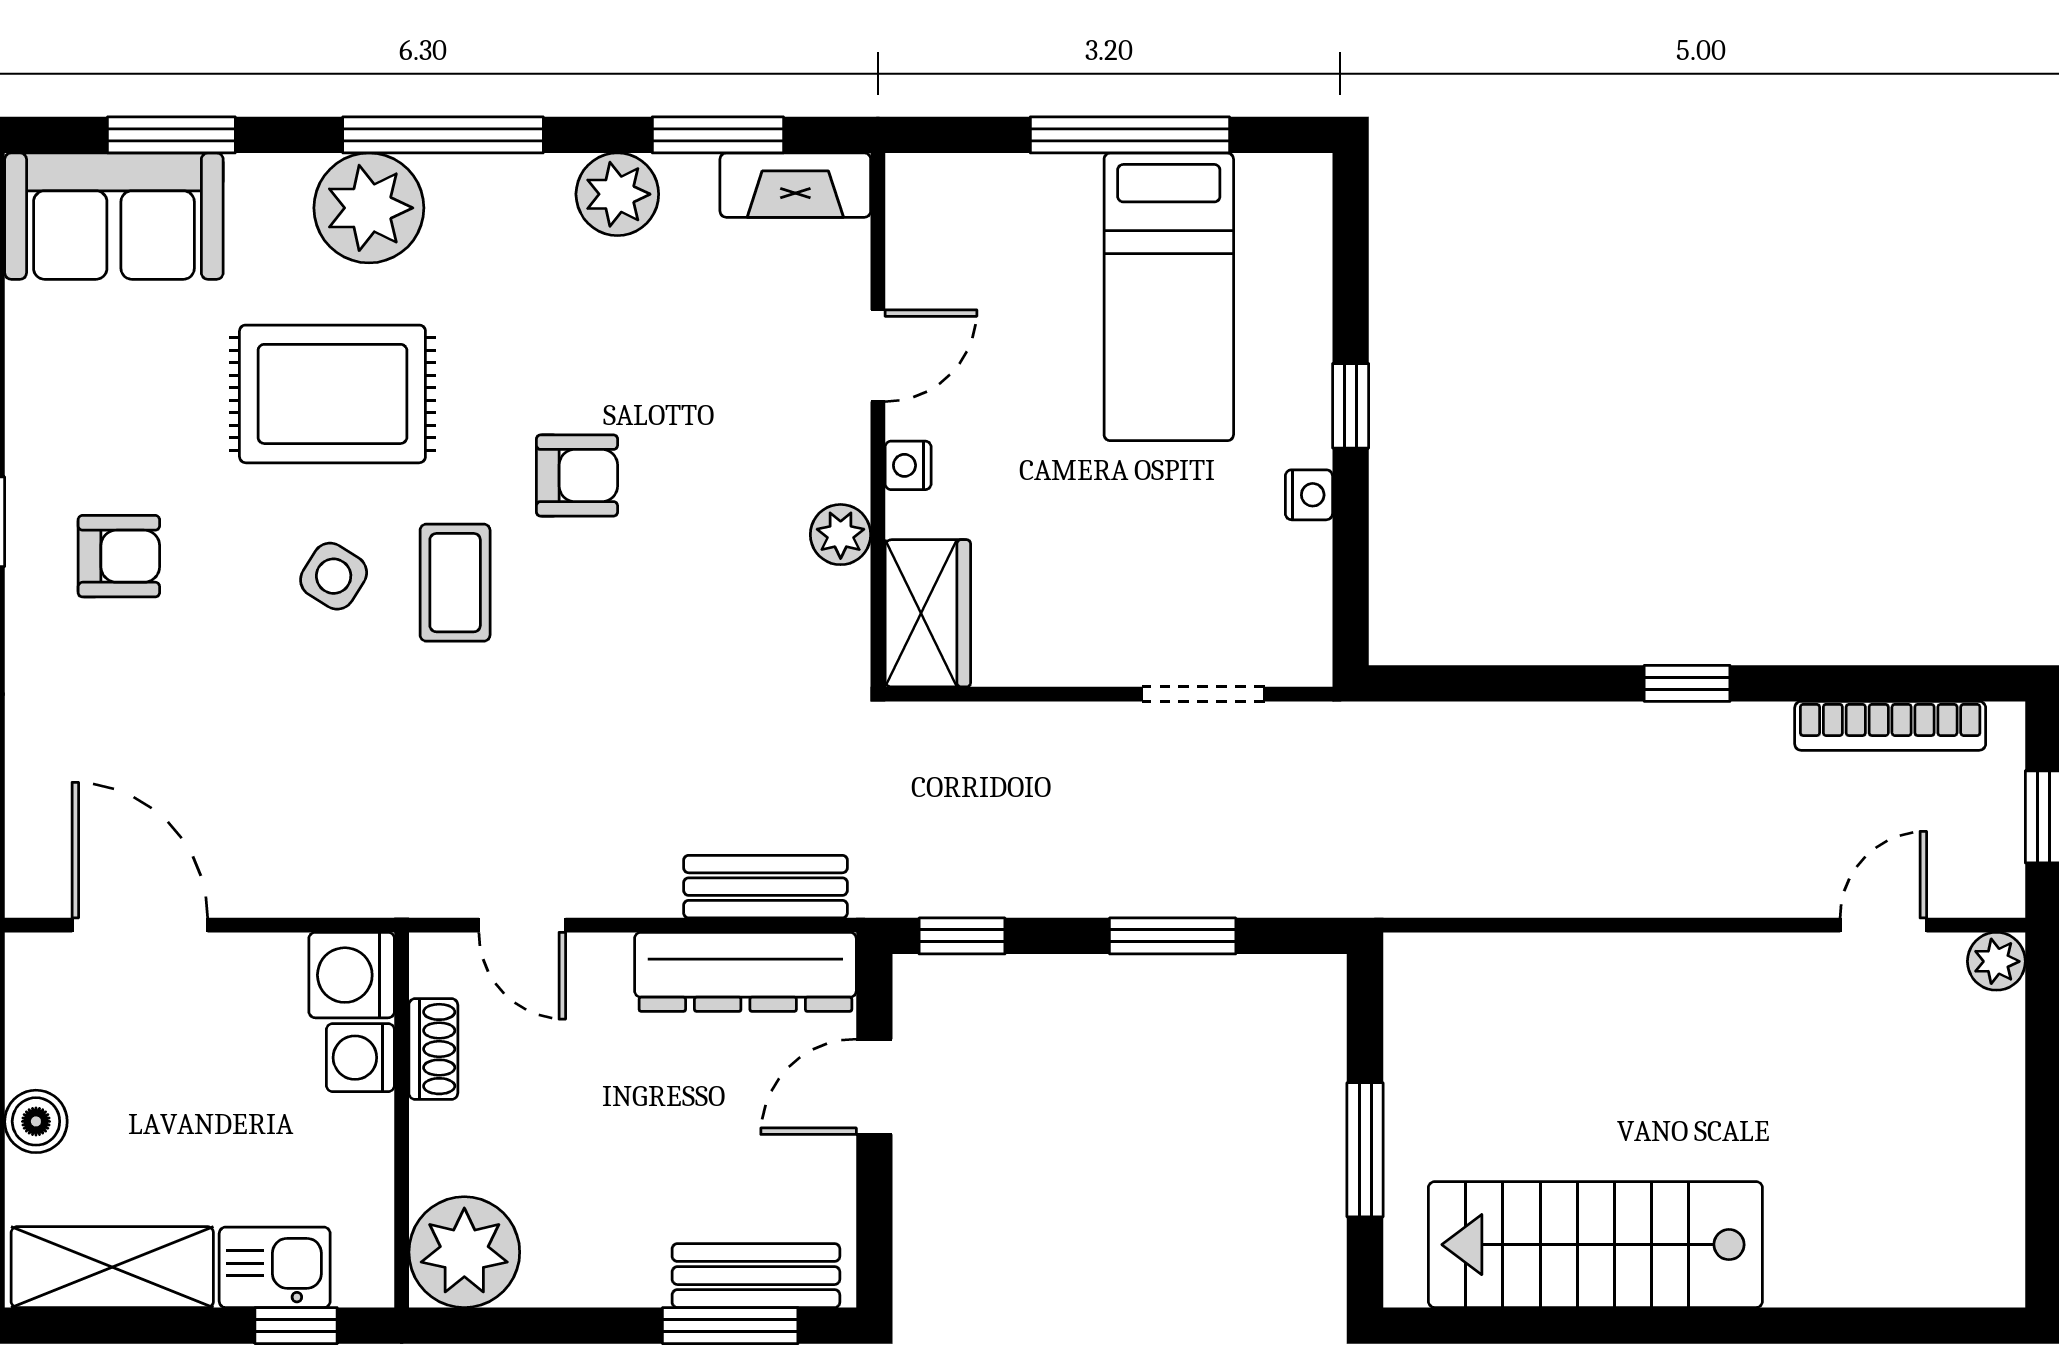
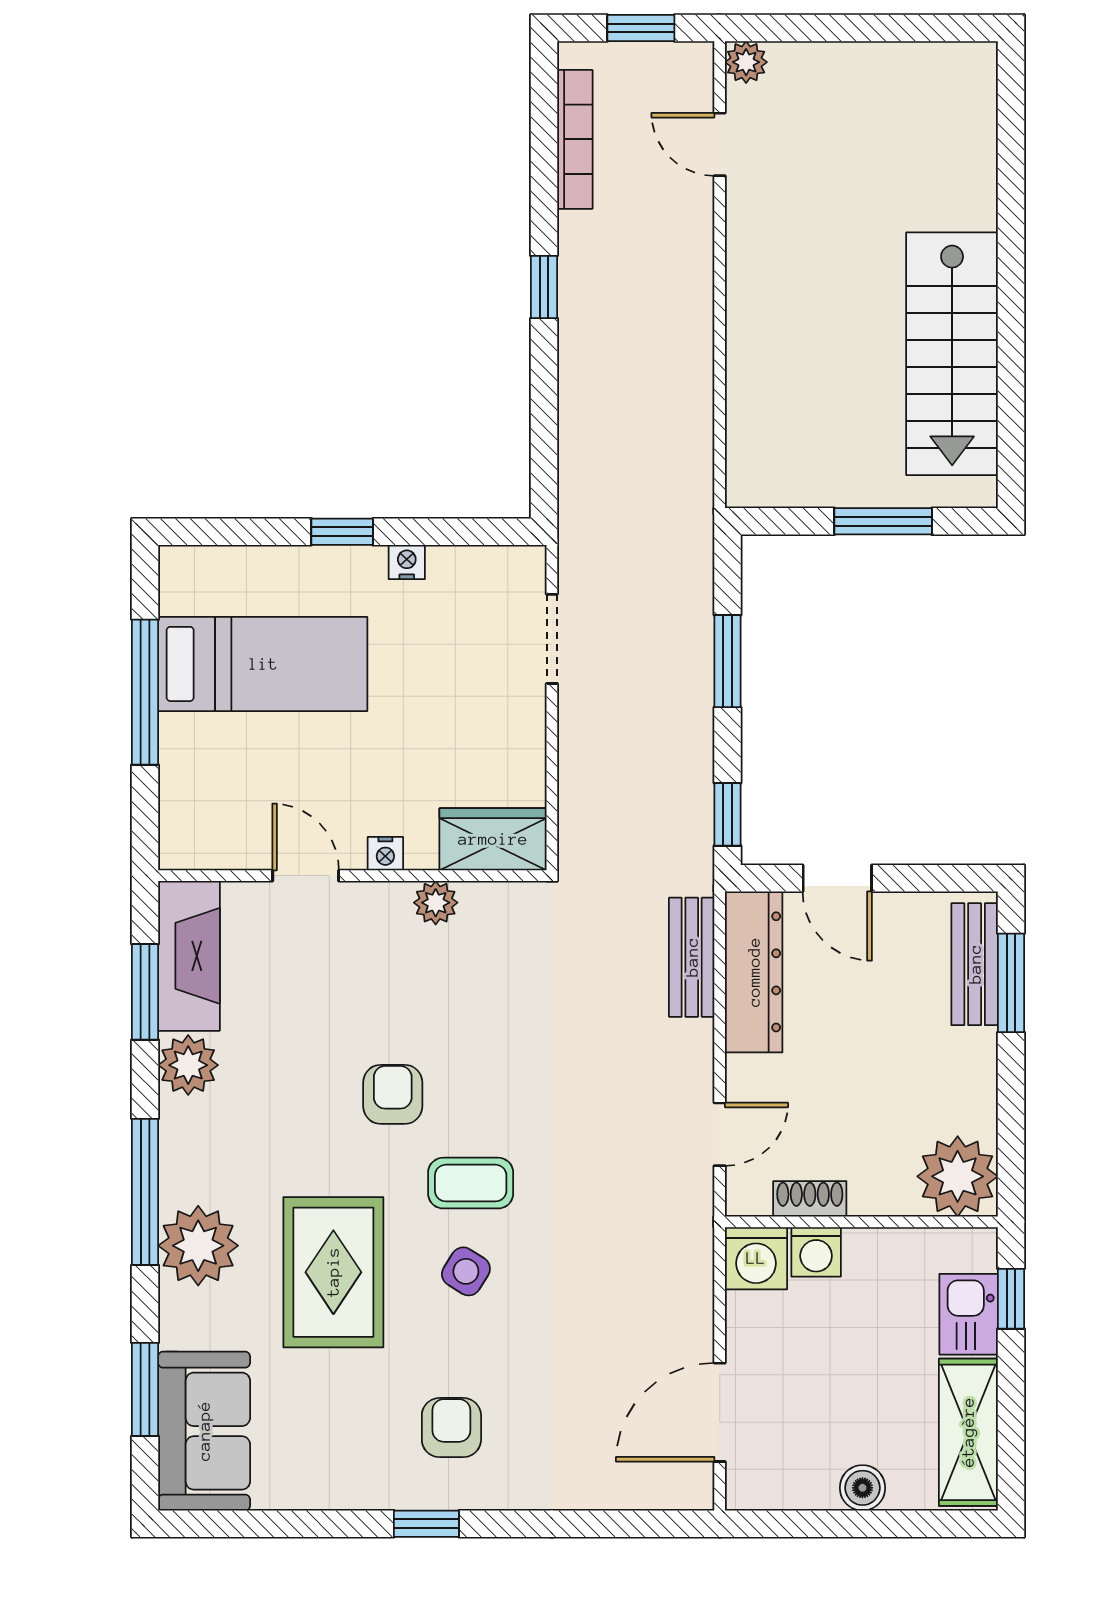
fireplace: (795, 185) -> (189, 956), width x1.37, depth x1.32

